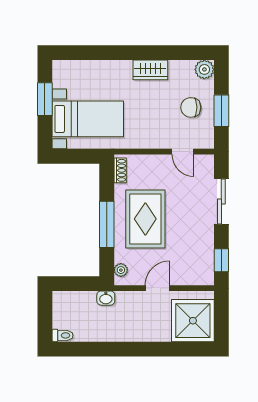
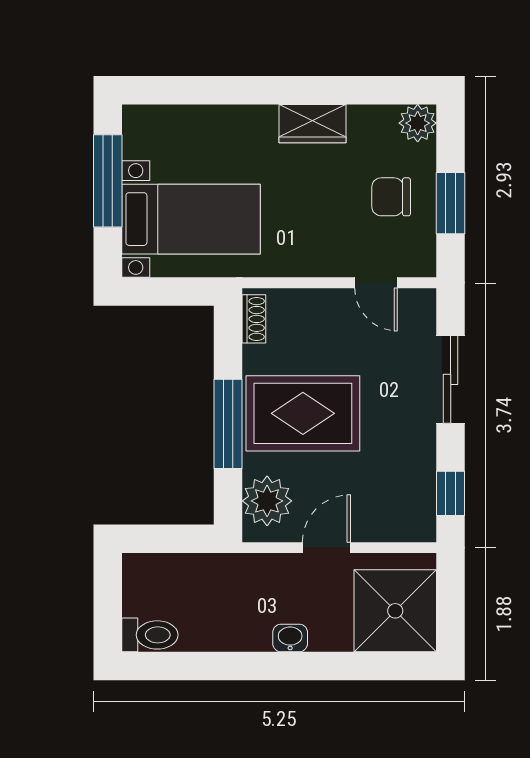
window: (45, 99) -> (108, 181), width x1.44
rug: (145, 219) -> (303, 413), turned 90
plant: (121, 270) -> (267, 501), width x1.88, depth x1.88
washbasin: (106, 298) -> (290, 638), moved, turned 180
toilet: (63, 335) -> (150, 635), width x1.37, depth x1.39

